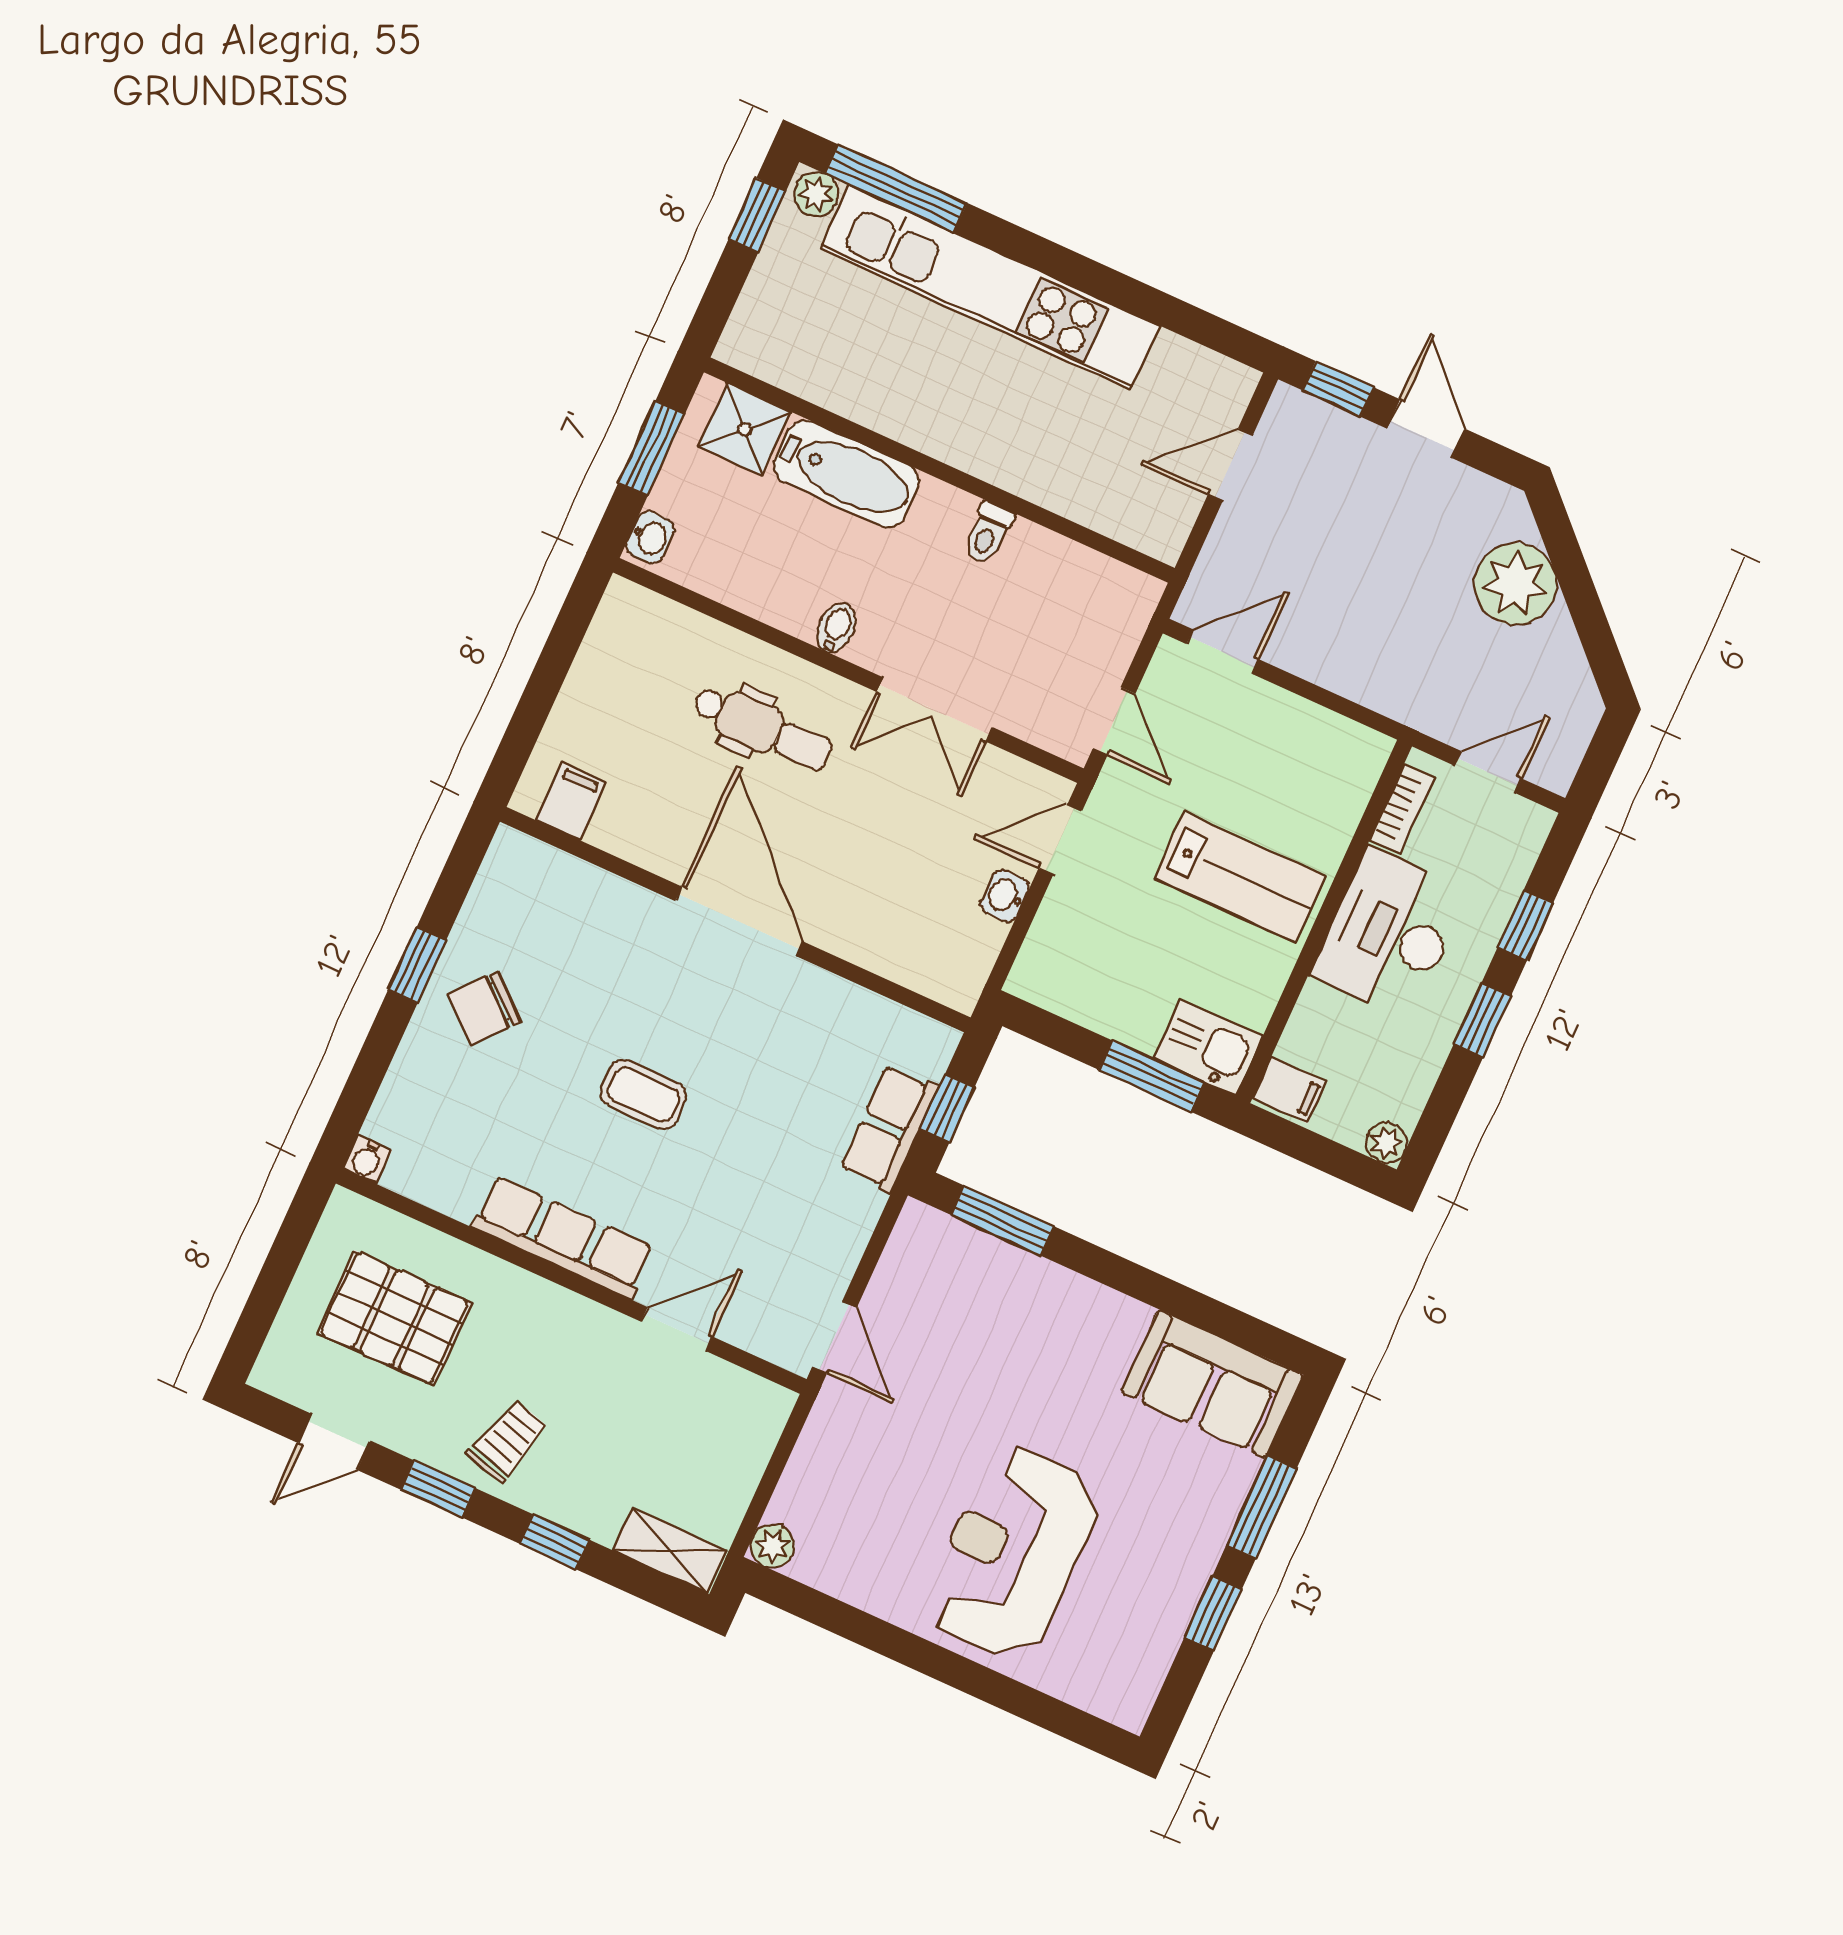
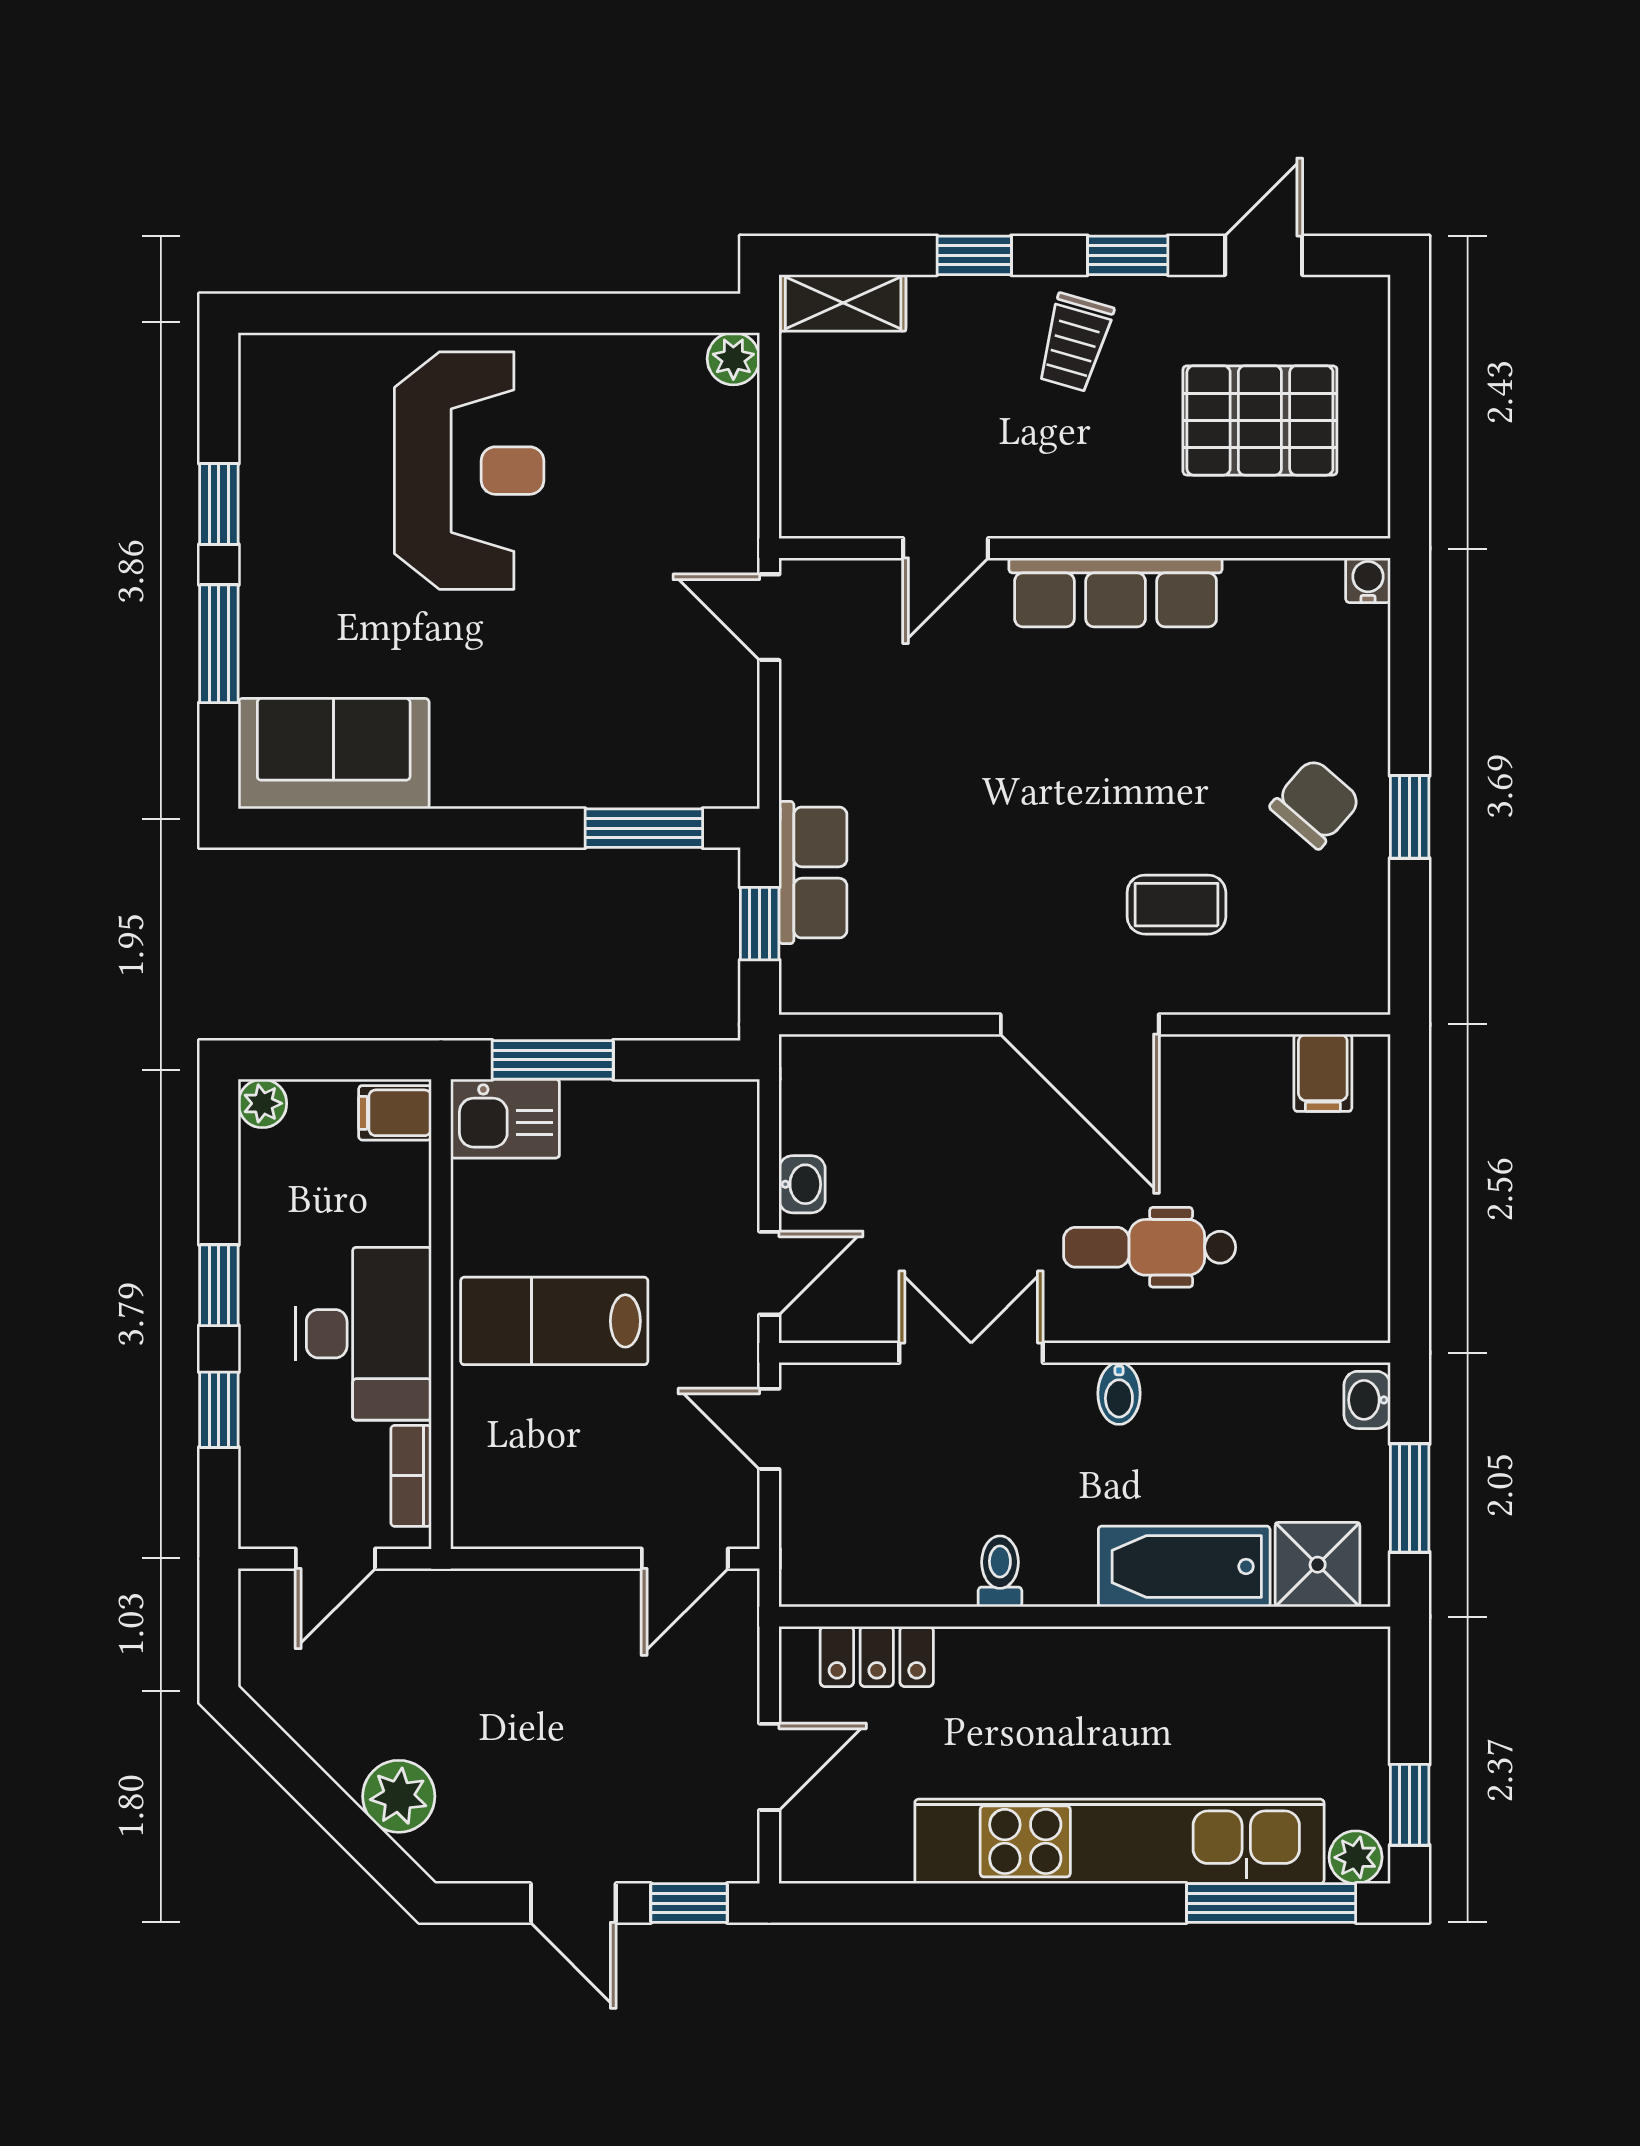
locker: (1111, 511) -> (877, 1656), added
plant: (1515, 584) -> (399, 1796), width x0.73, depth x0.73
coffee table: (643, 1094) -> (1176, 905), moved

